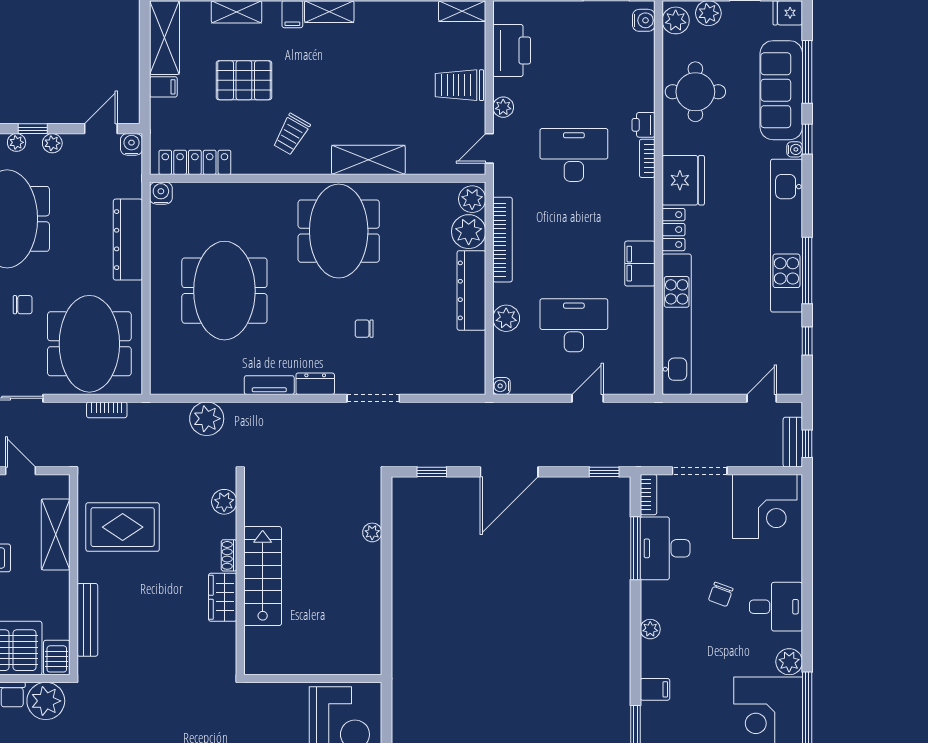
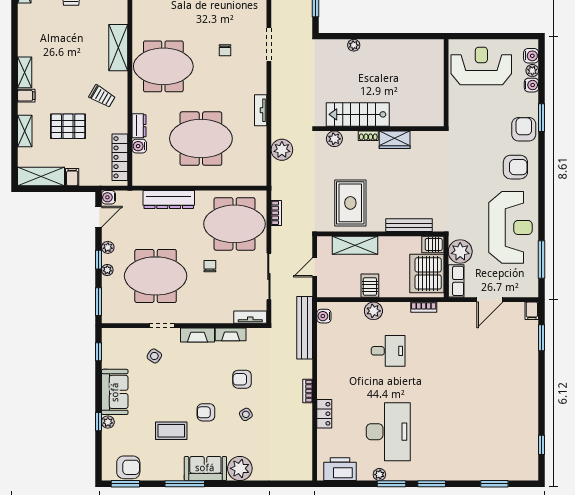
pallet: (244, 80) -> (68, 126), turned 90
door: (101, 129) -> (99, 217), swing flipped
water cooler: (161, 193) -> (139, 146), moved
dresser: (315, 384) -> (139, 126), moved, turned 180
stairs: (263, 576) -> (358, 114), moved

